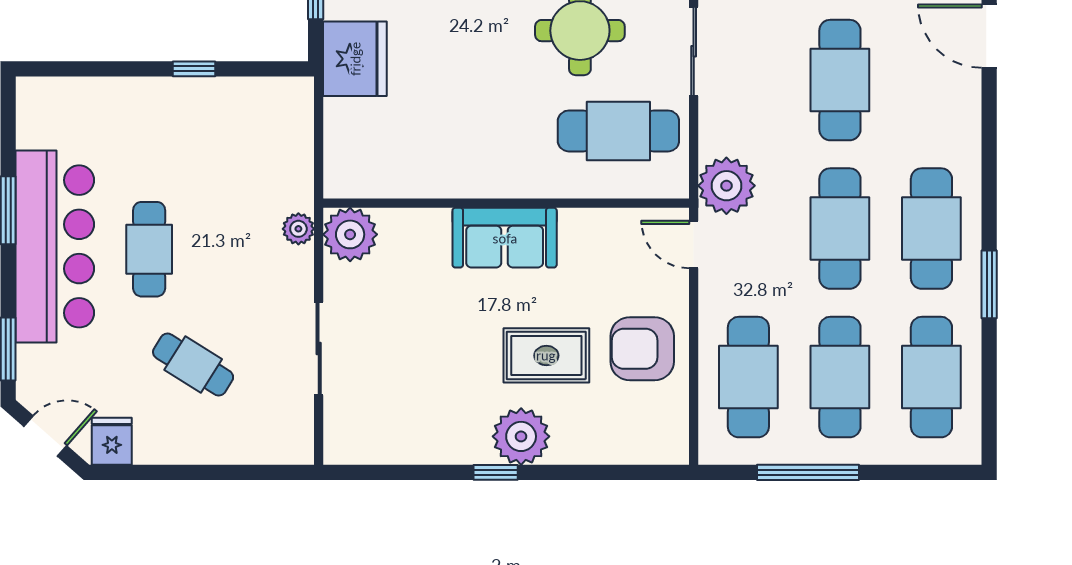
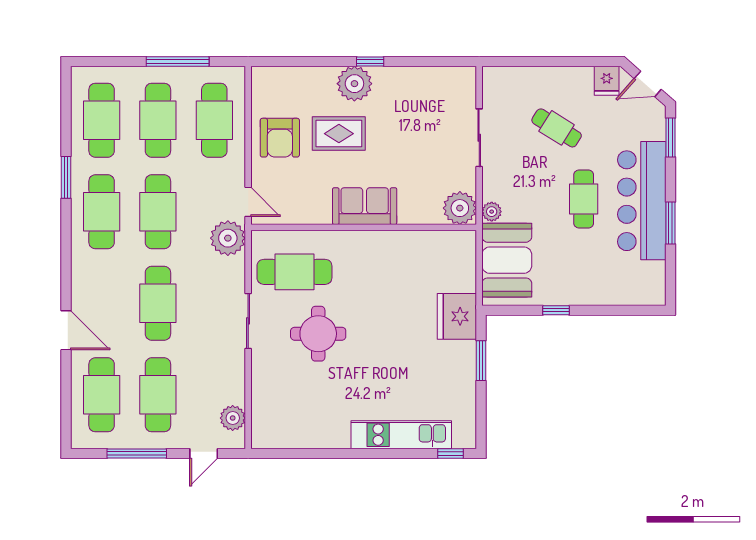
booth: (274, 150) -> (507, 260), added
armchair: (642, 349) -> (280, 138), turned 90

